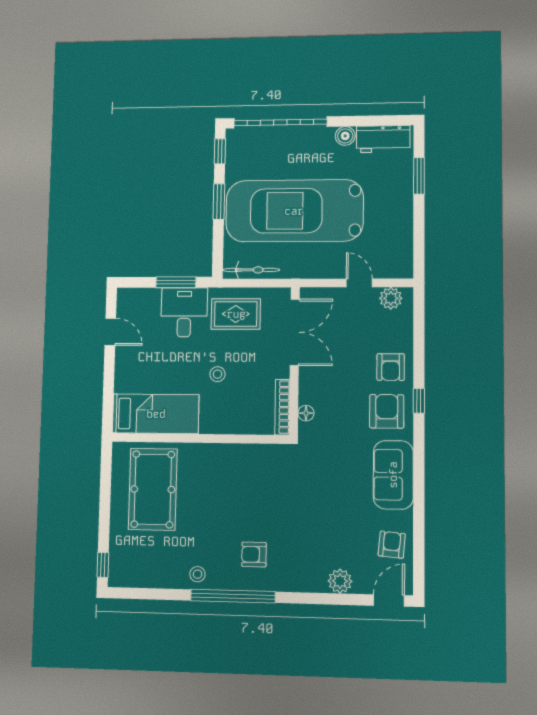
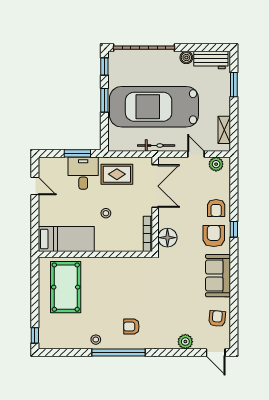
shelving: (404, 245) -> (224, 130), added
bicycle: (251, 270) -> (156, 146), moved
floor lamp: (306, 413) -> (167, 238), width x1.89, depth x1.89
door: (389, 600) -> (216, 352), swing flipped

